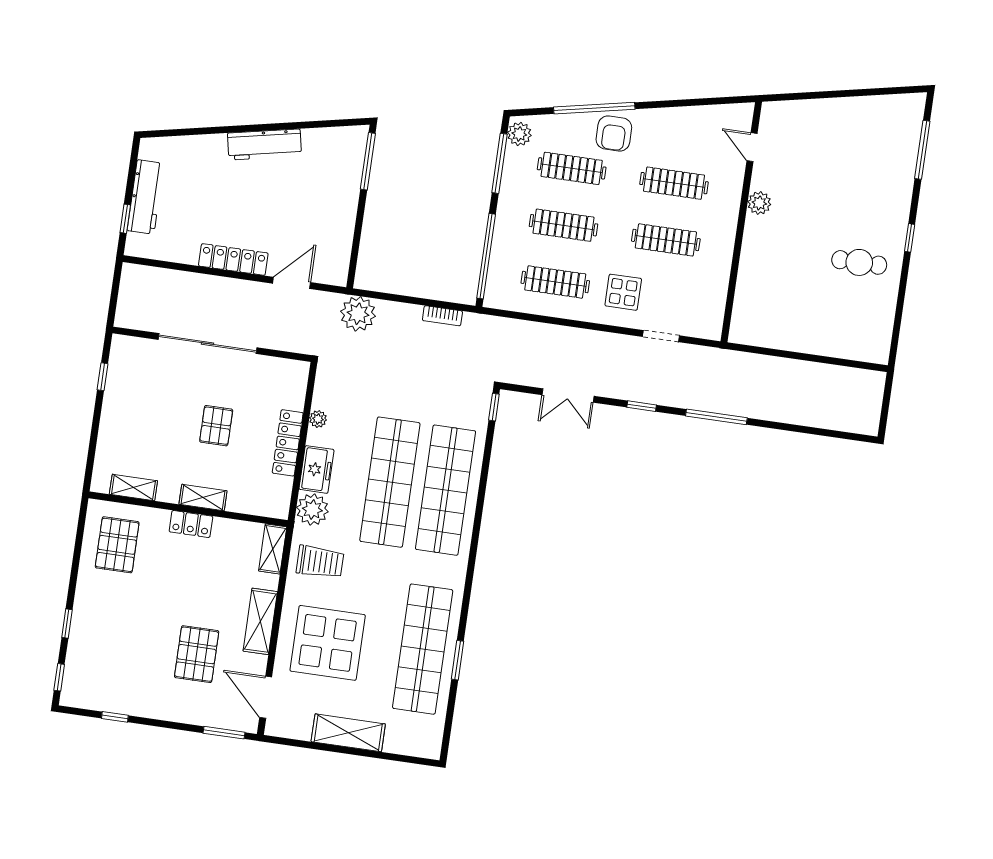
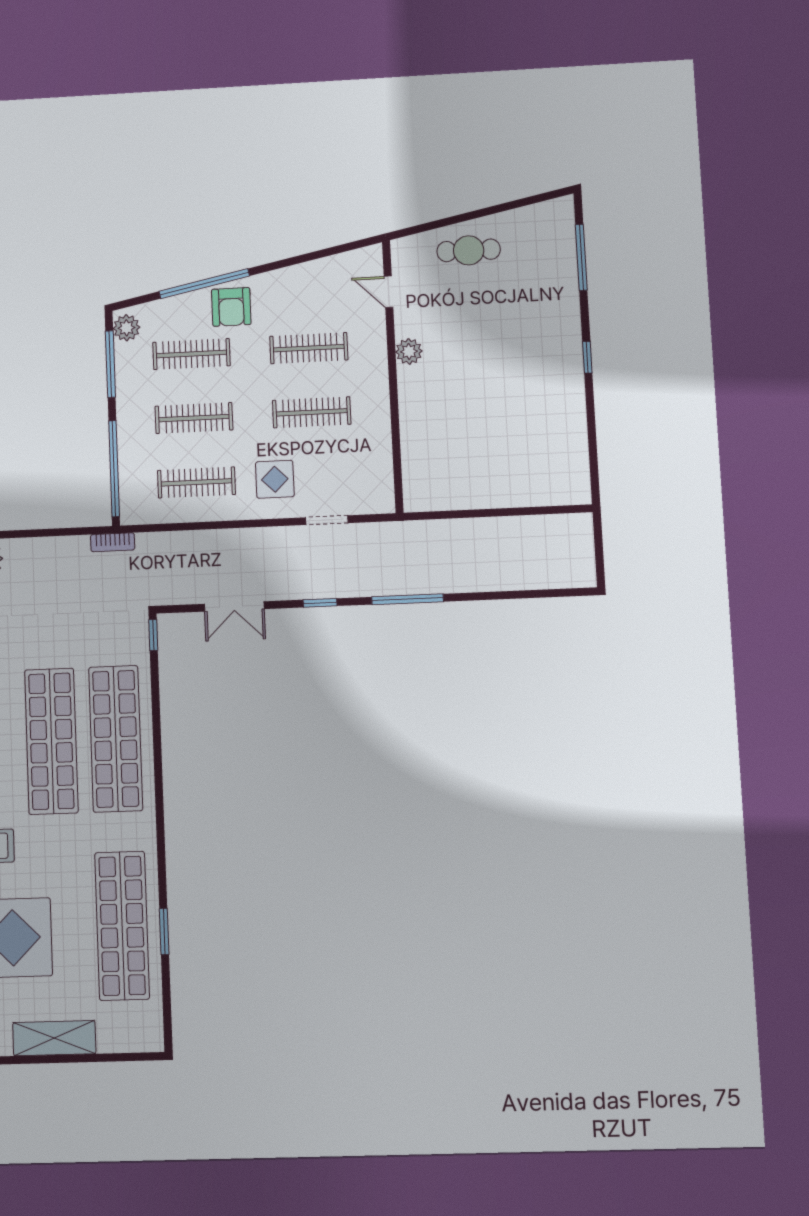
cafe table: (859, 262) -> (469, 250), moved
bookcase: (442, 316) -> (113, 542), moved

